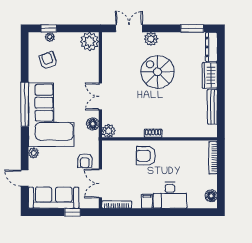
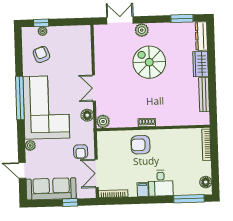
plant: (89, 42) -> (82, 34), removed
desk: (170, 195) -> (161, 183), width x0.73
window: (194, 212) -> (189, 199), added

